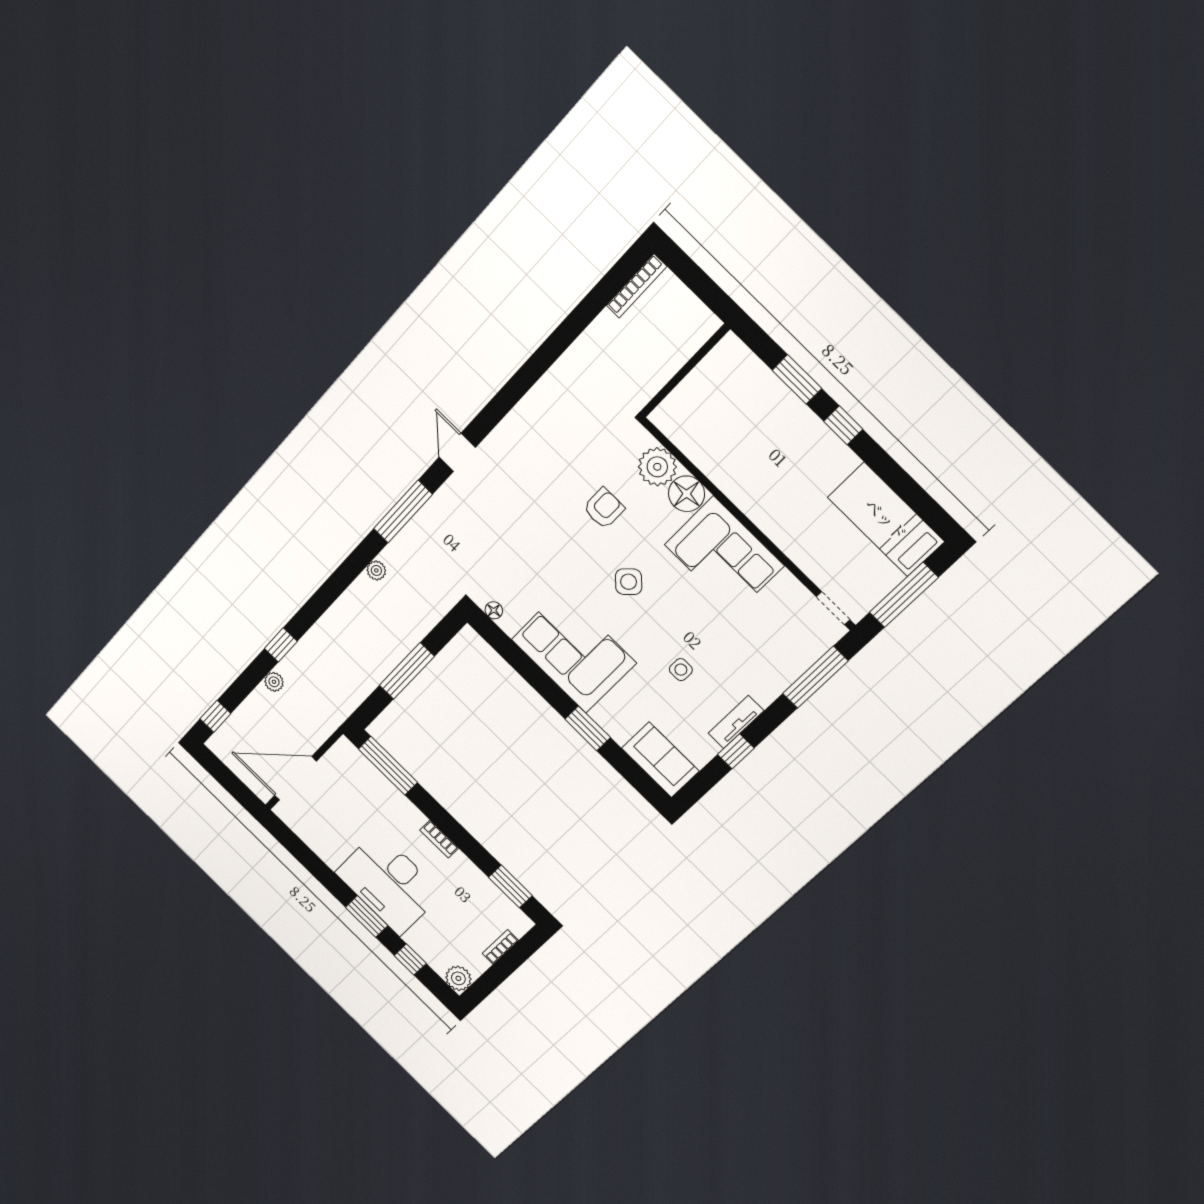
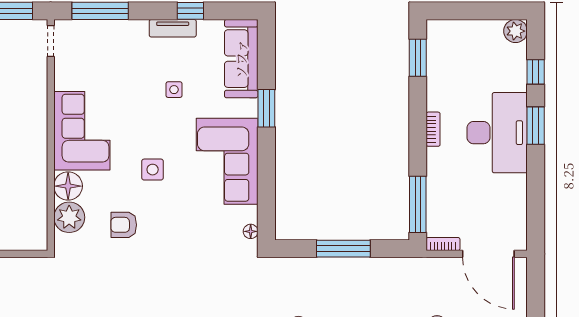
side table: (629, 582) -> (153, 170), turned 45
sofa: (660, 760) -> (241, 59), width x1.36
bookcase: (500, 947) -> (443, 244), moved, turned 180

